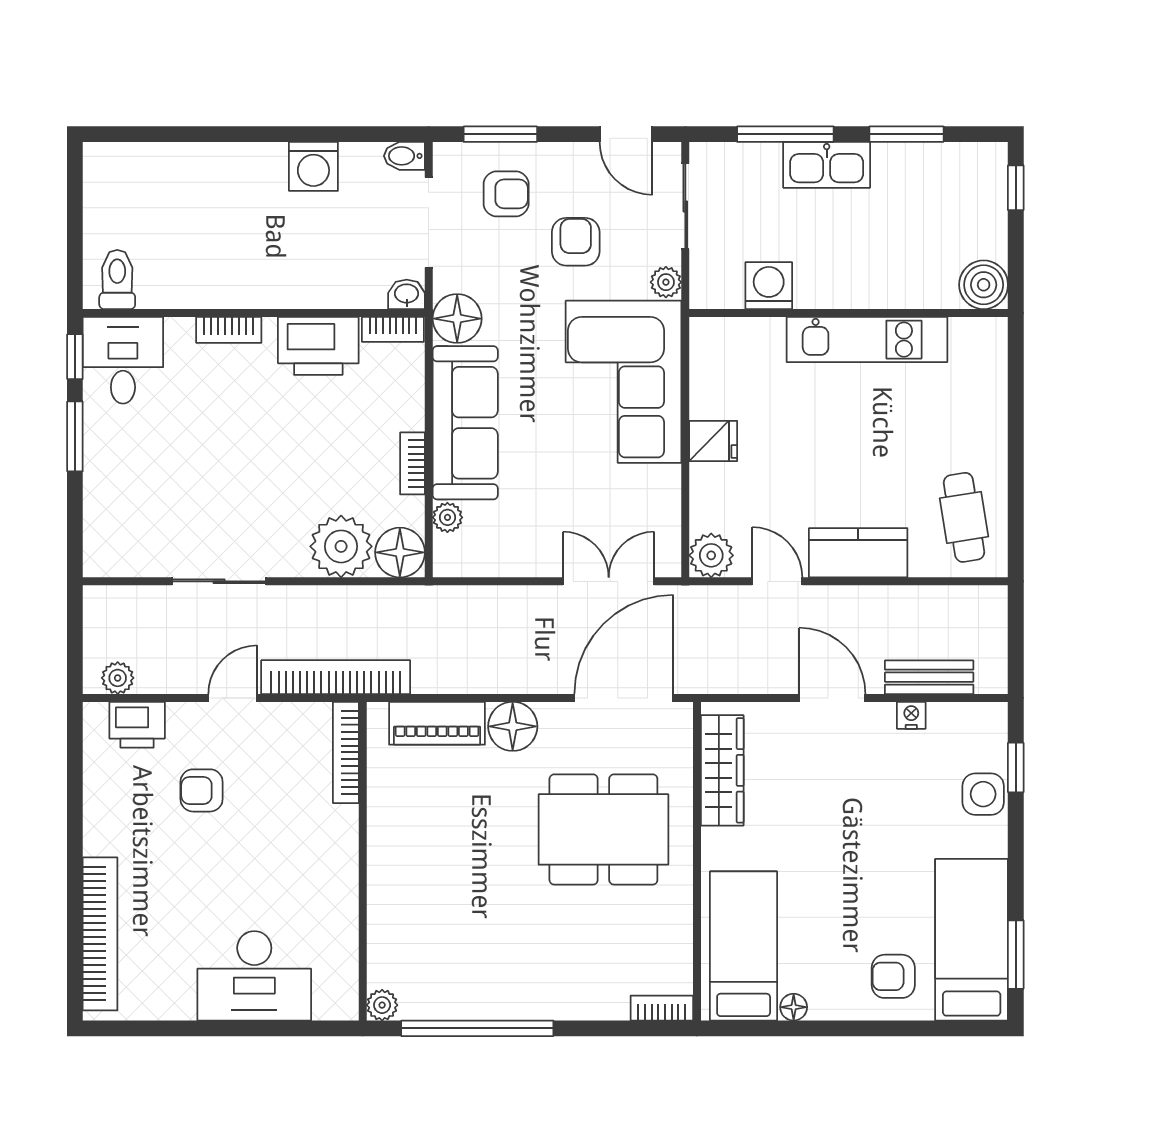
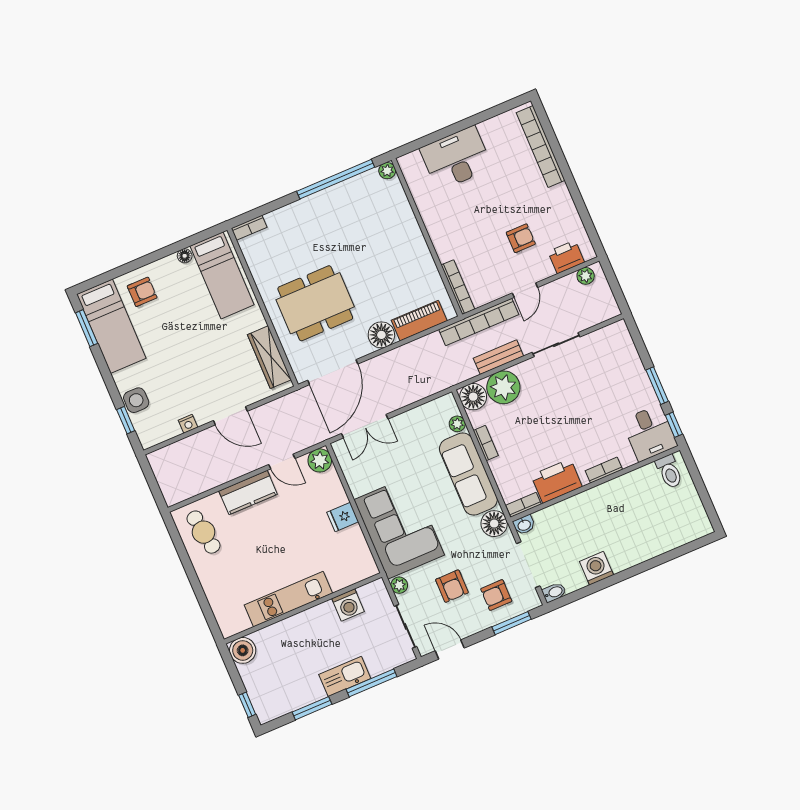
bench: (929, 677) -> (498, 357), moved

